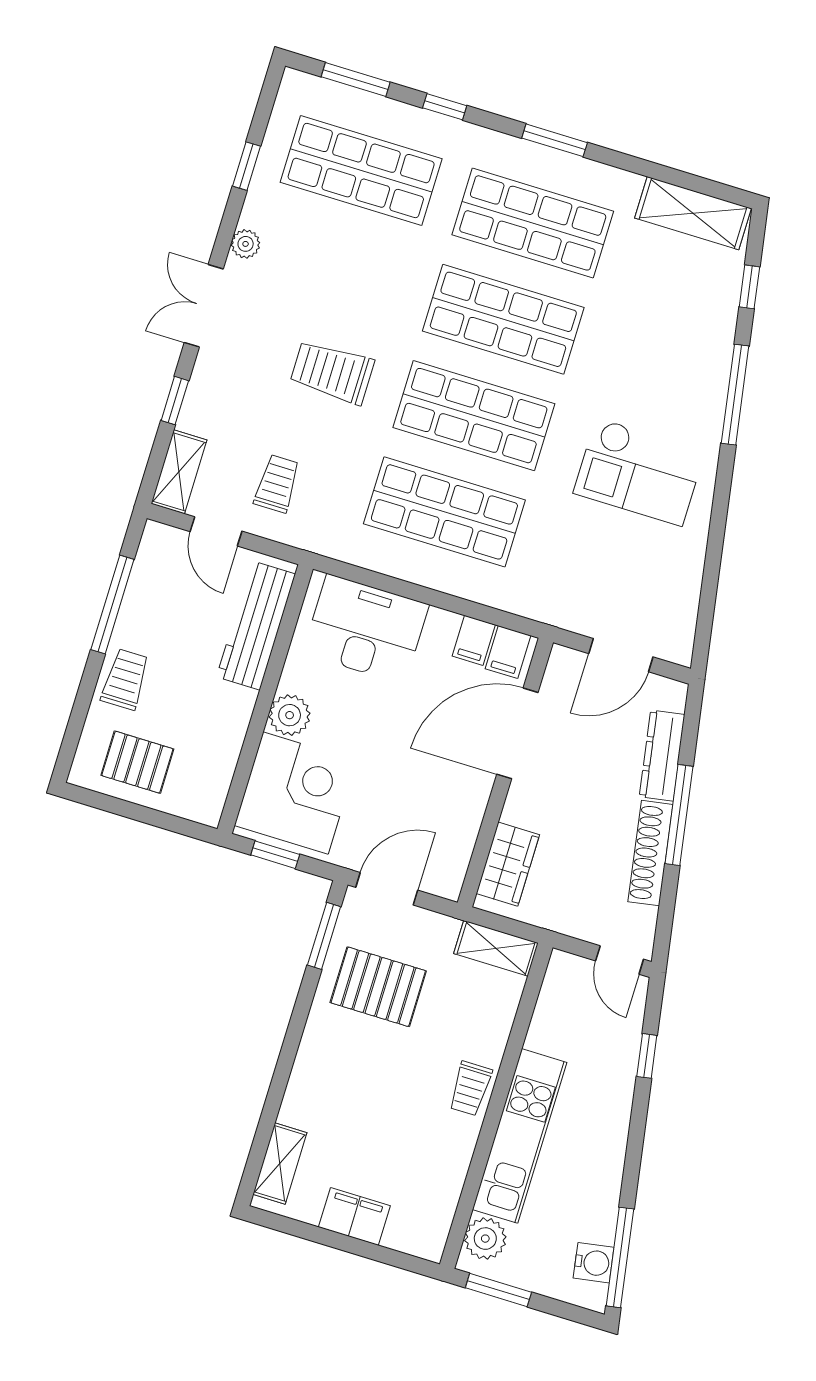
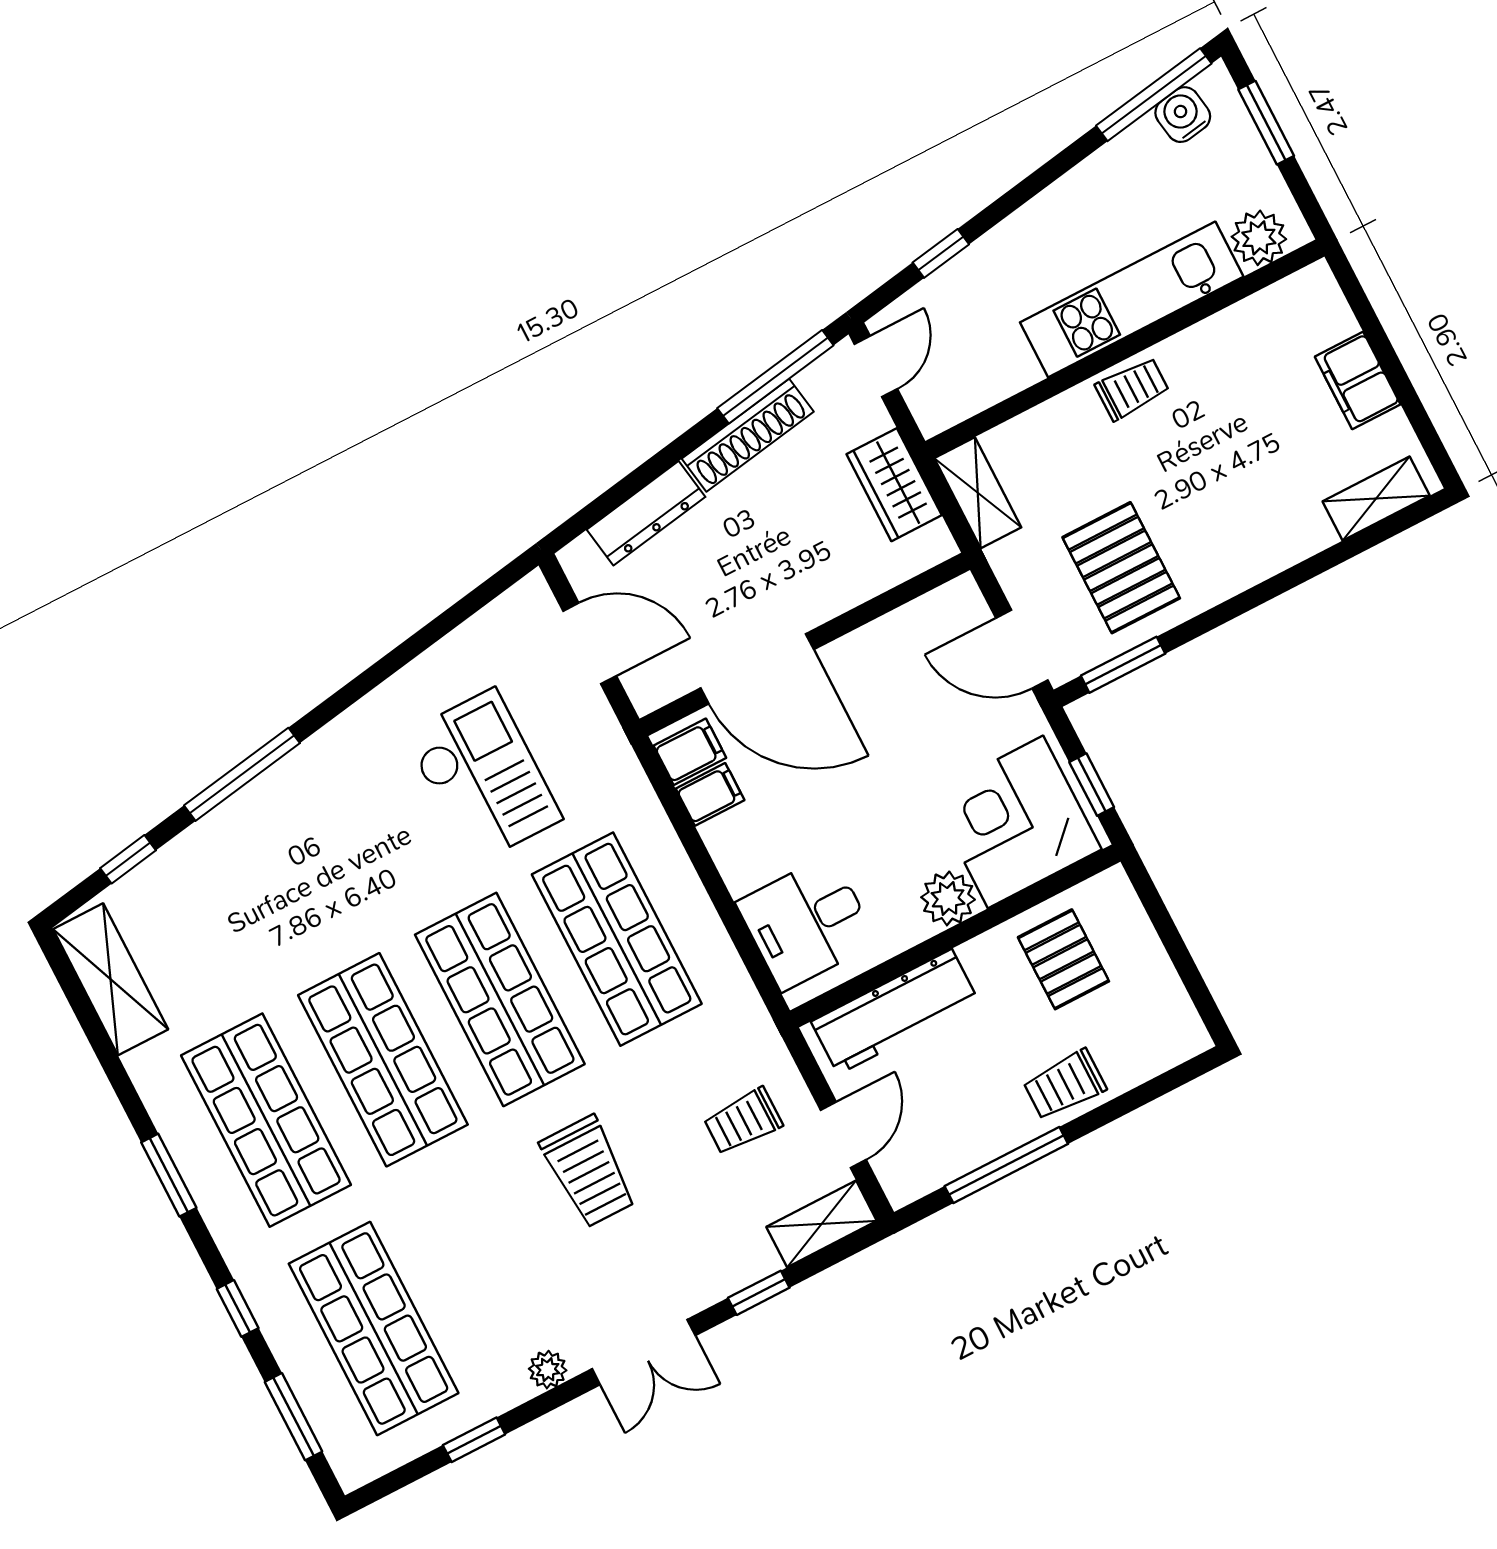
checkout: (639, 472) -> (483, 777), moved
desk: (366, 629) -> (807, 923), width x0.73
pallet: (137, 762) -> (1063, 959), moved
window: (679, 815) -> (775, 377), moved
wardrobe: (508, 864) -> (894, 485), moved, turned -90
window: (498, 1290) -> (1266, 123), moved

